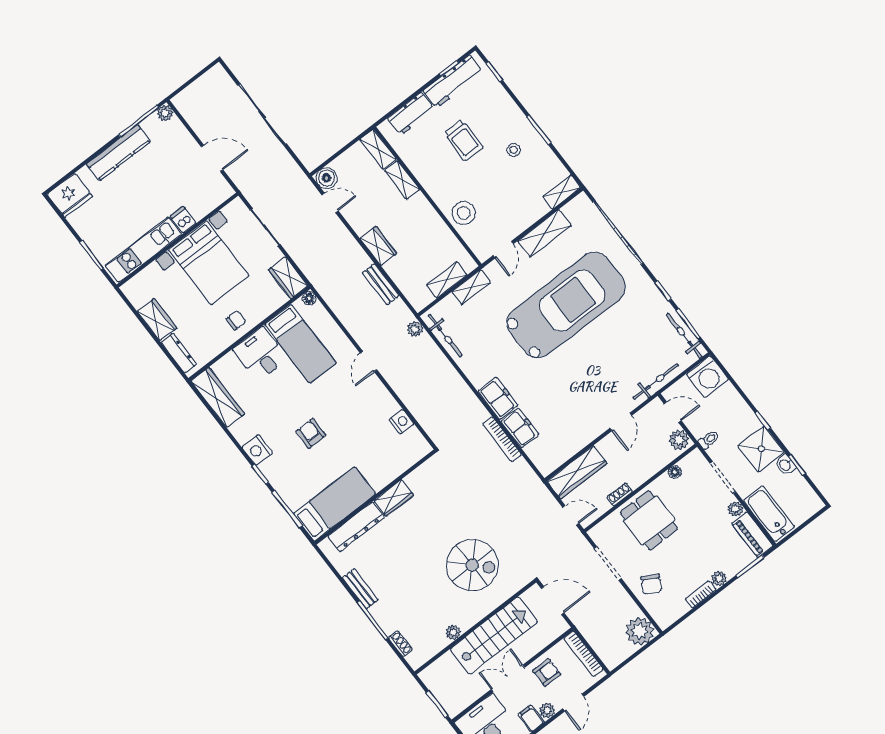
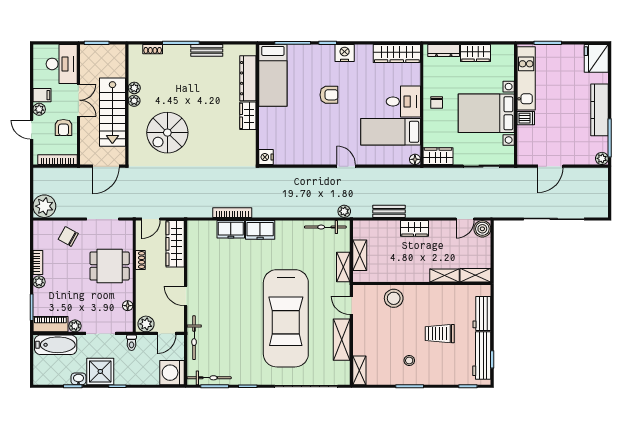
nightstand: (402, 422) -> (266, 157), moved, turned 90
plant: (466, 623) -> (134, 101), added

